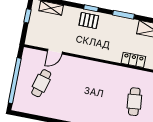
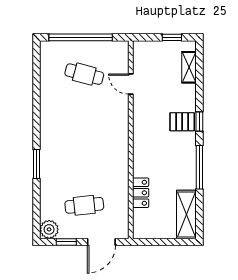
window: (123, 15) -> (199, 167), width x1.44
pallet: (89, 20) -> (182, 122), turned 90

